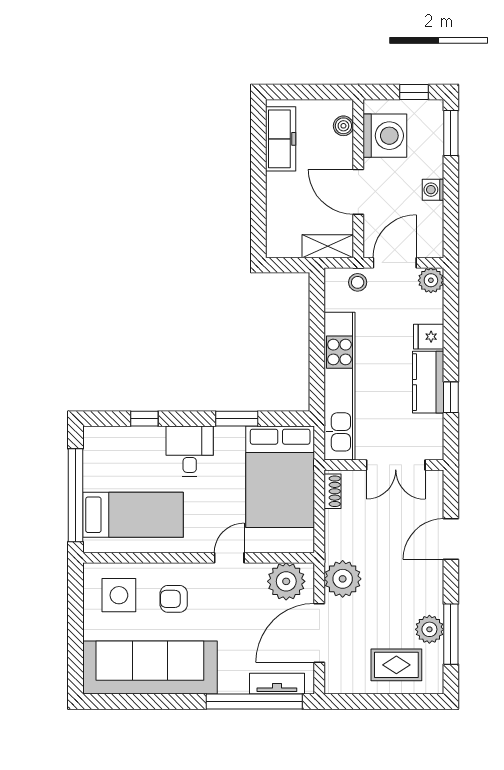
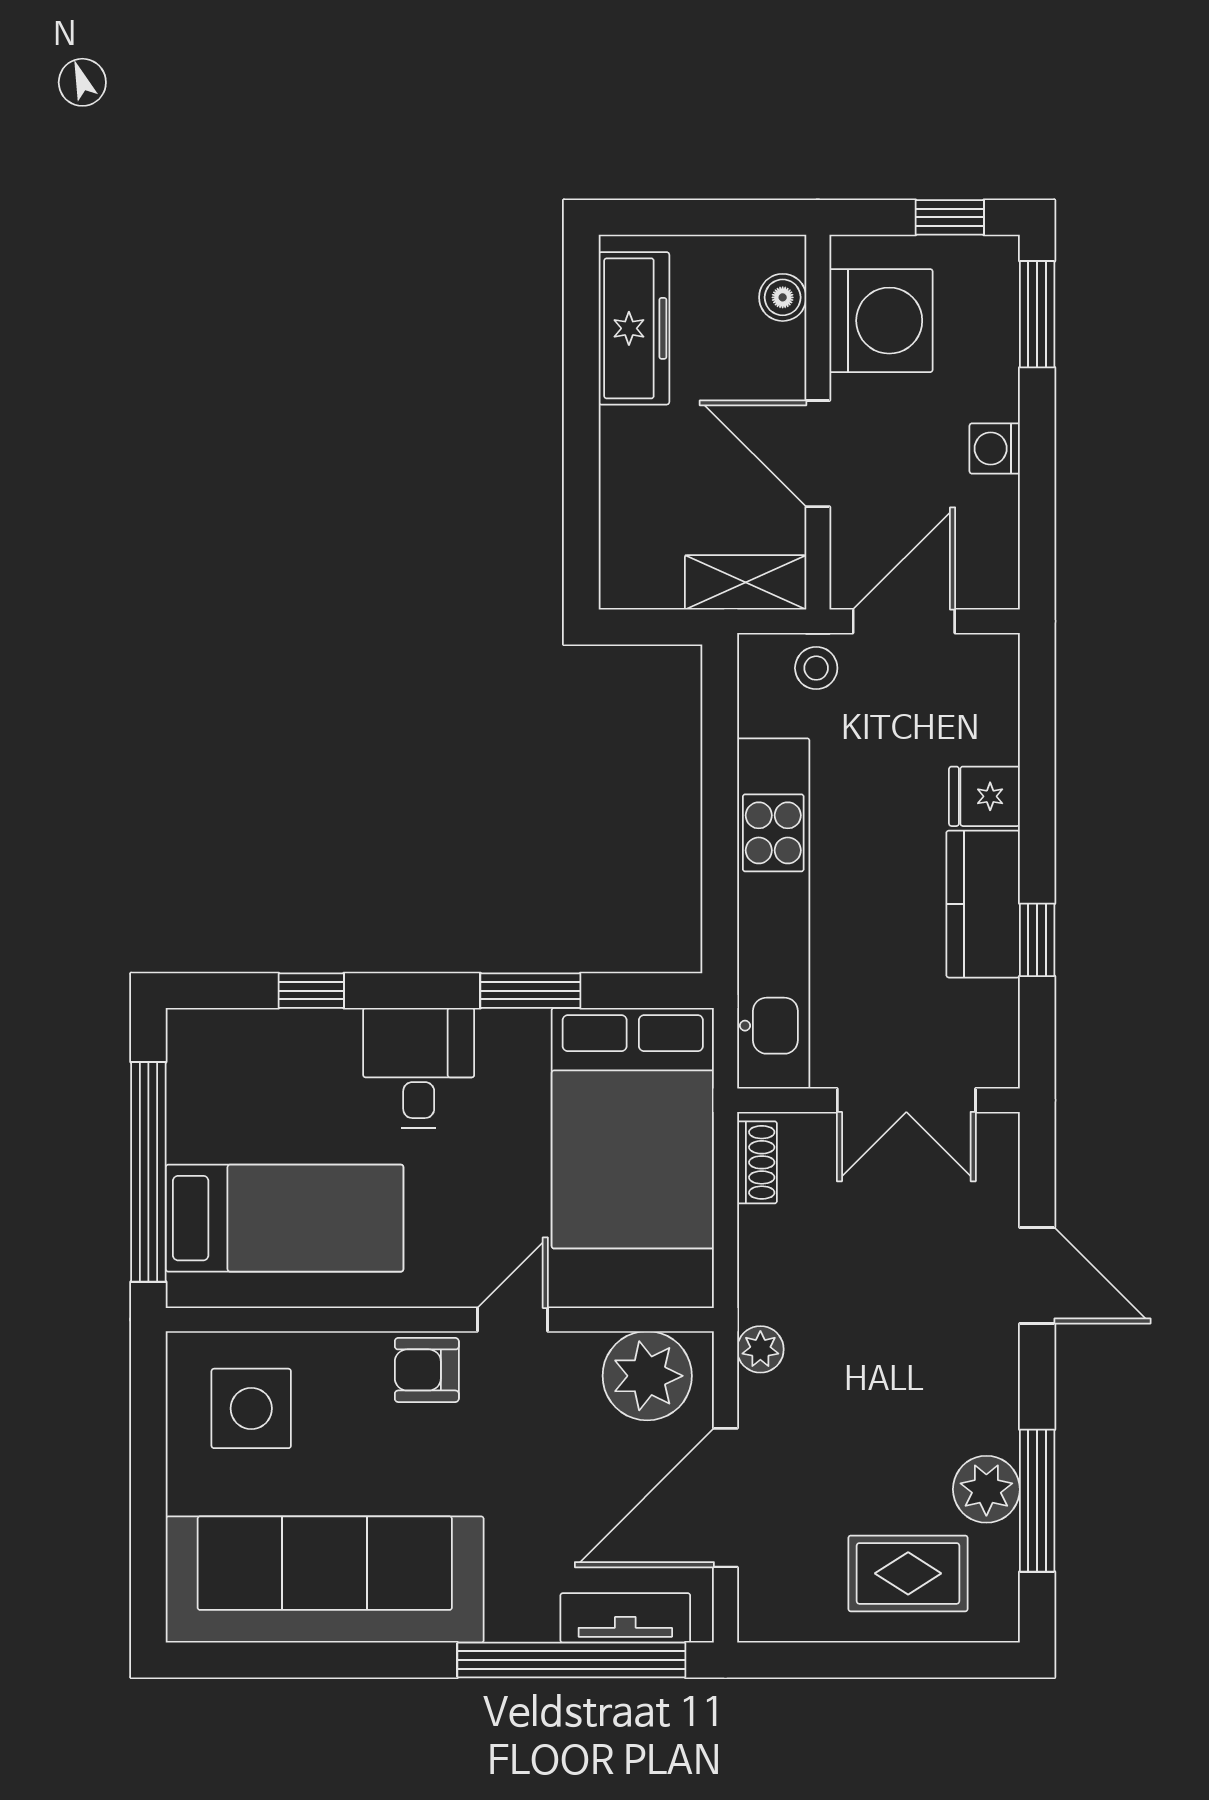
plant: (431, 280) -> (990, 663), removed
door: (451, 539) -> (1037, 1275), swing flipped
plant: (343, 579) -> (760, 1349), width x0.53, depth x0.53
armchair: (174, 599) -> (427, 1370), moved

